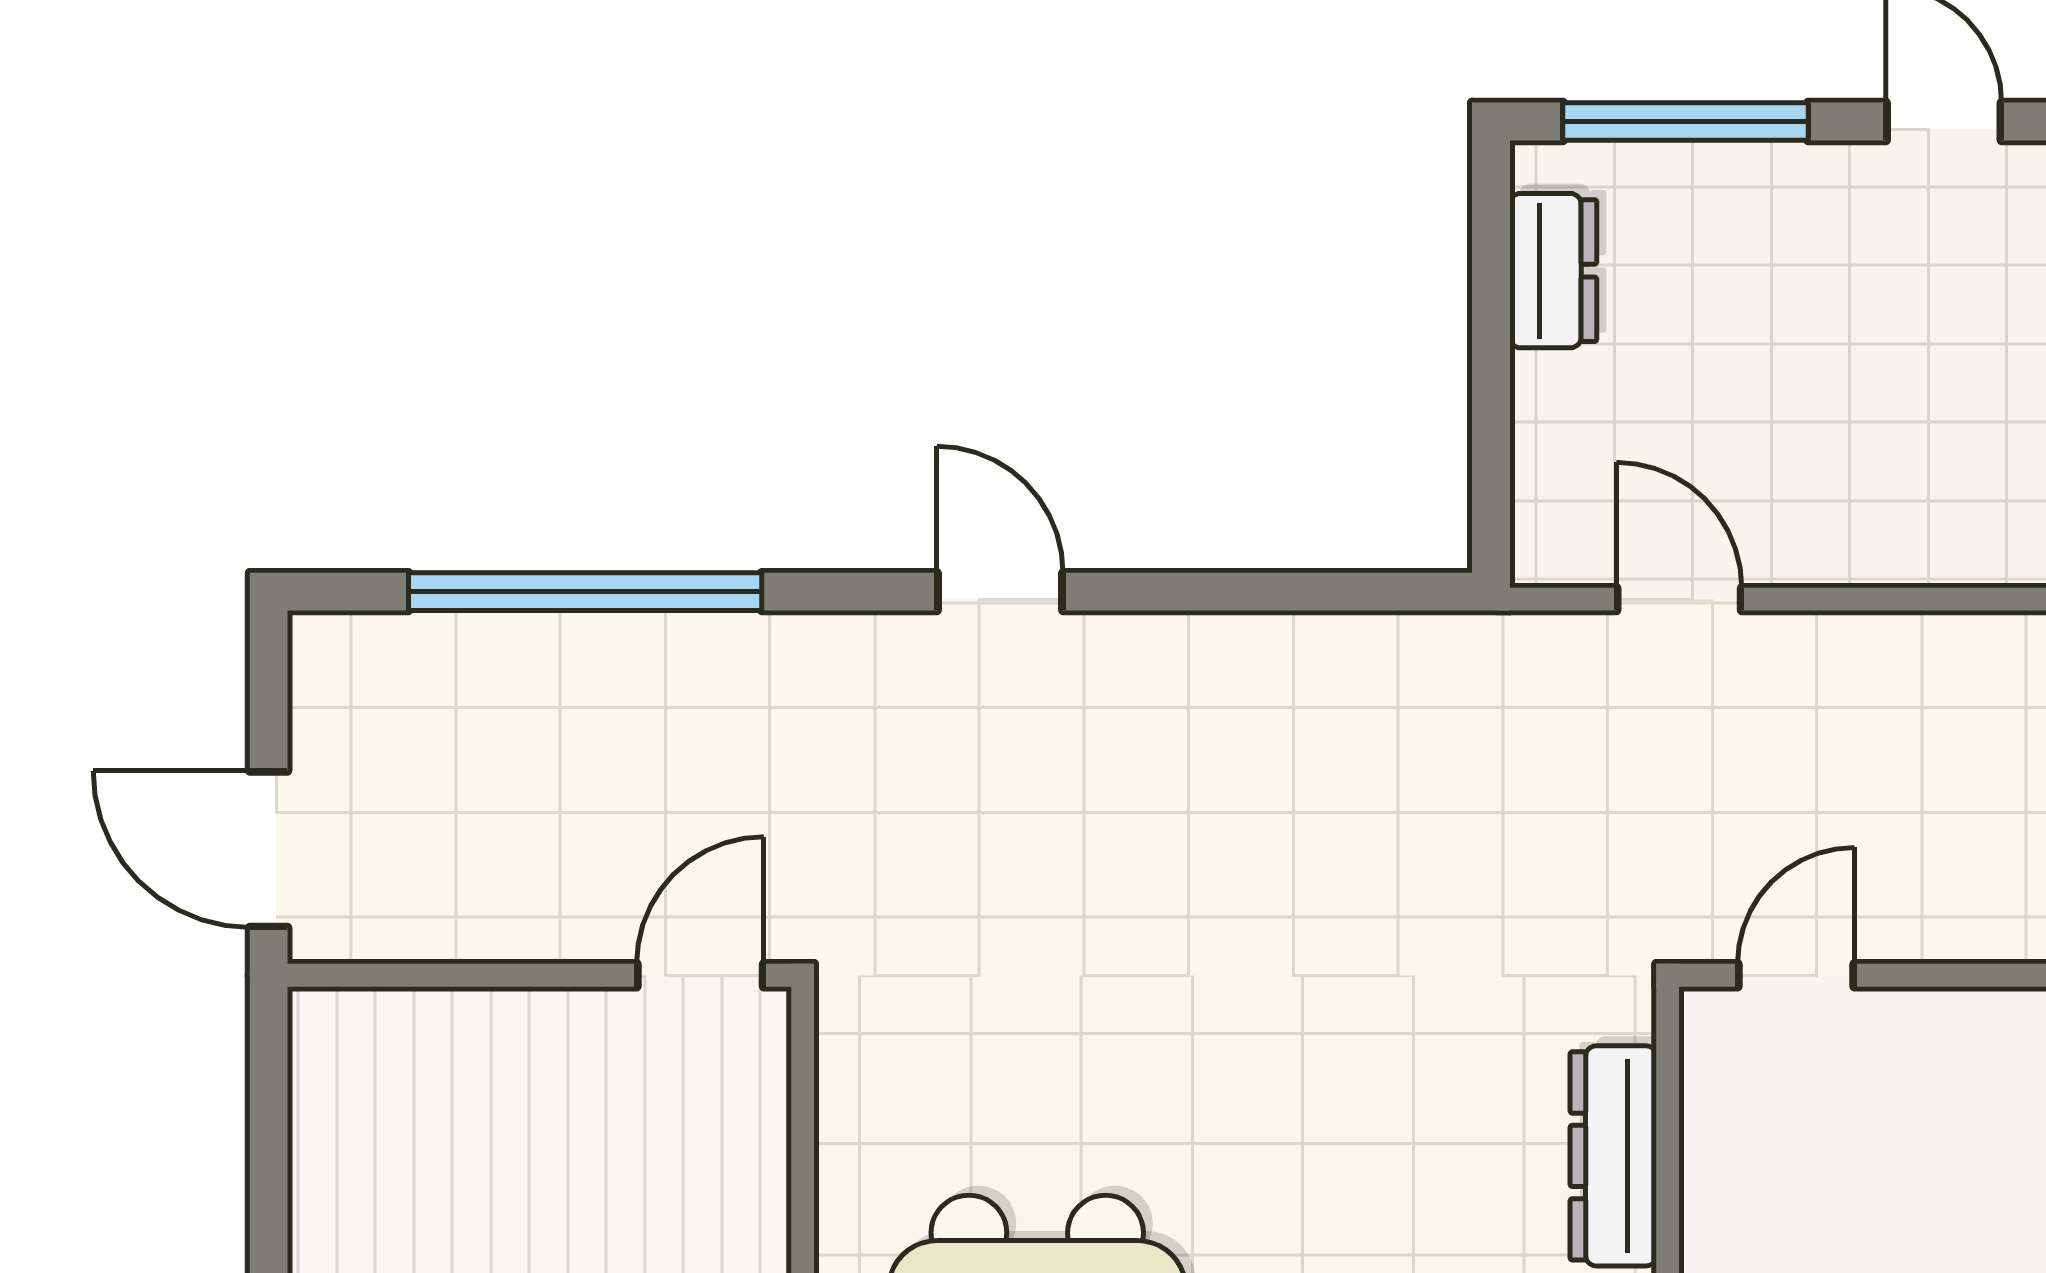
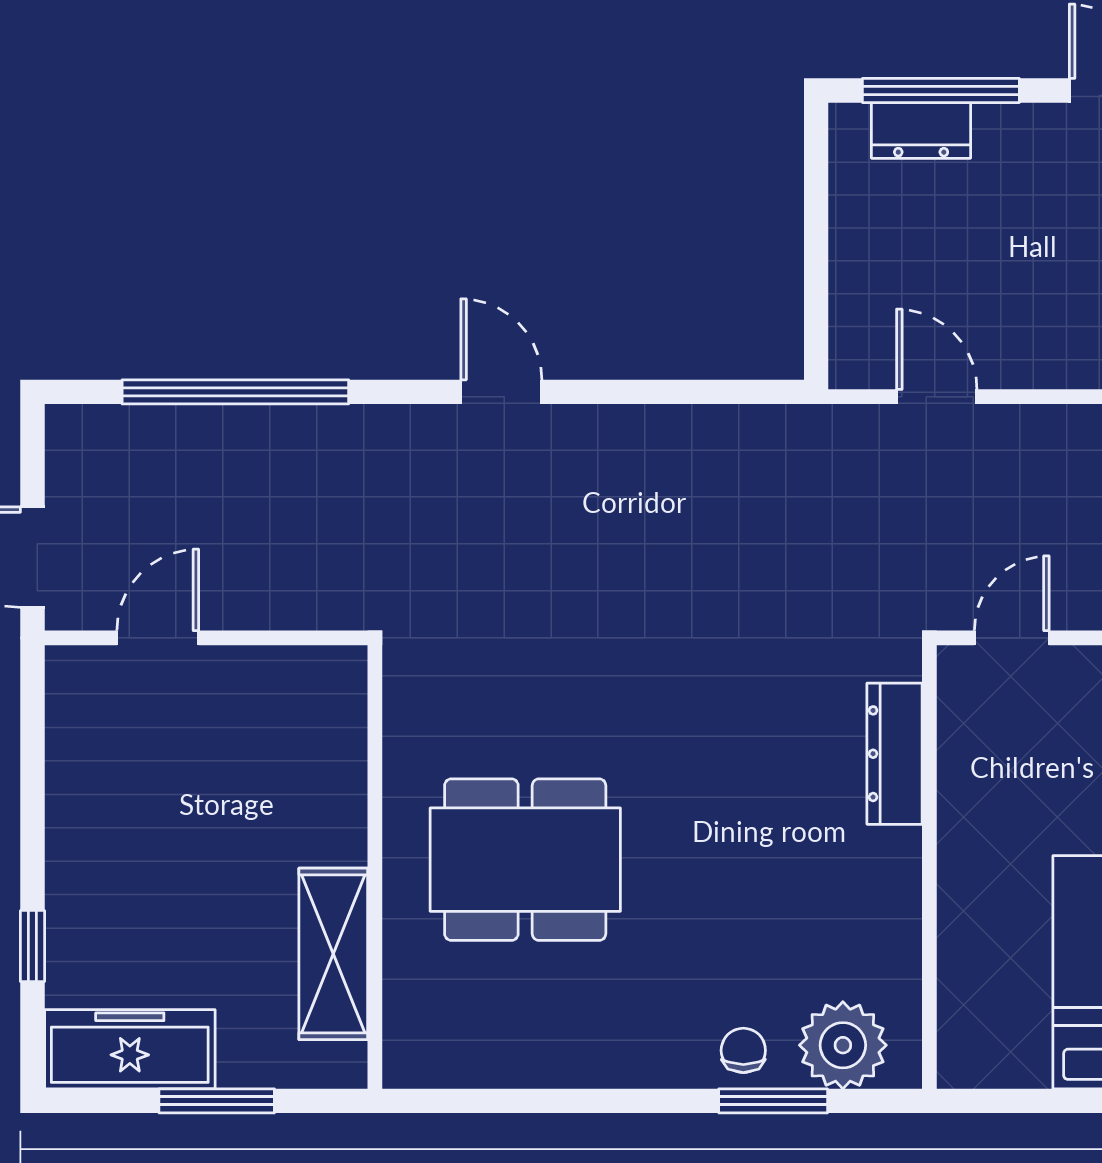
dresser: (1553, 271) -> (921, 130), moved, turned 90
door: (700, 975) -> (158, 638), moved

